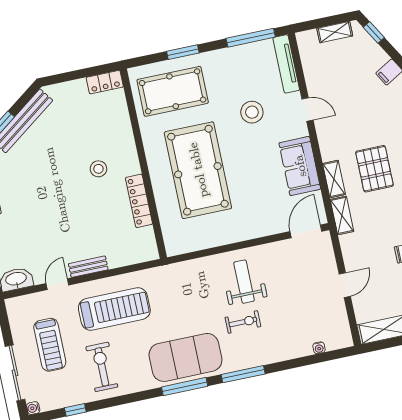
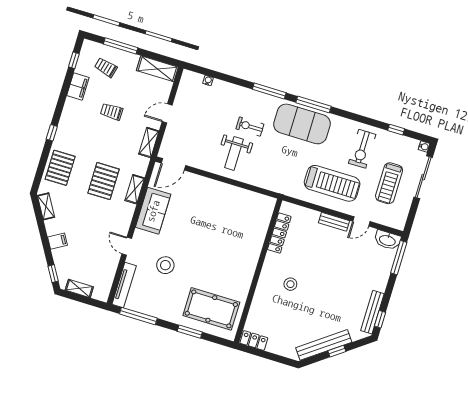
pool table: (198, 170) -> (224, 246), removed
locker: (139, 201) -> (279, 233), moved
shelving: (342, 215) -> (149, 142), moved
treadmill: (114, 309) -> (332, 183), turned 180
treadmill: (50, 345) -> (389, 183), turned 180

